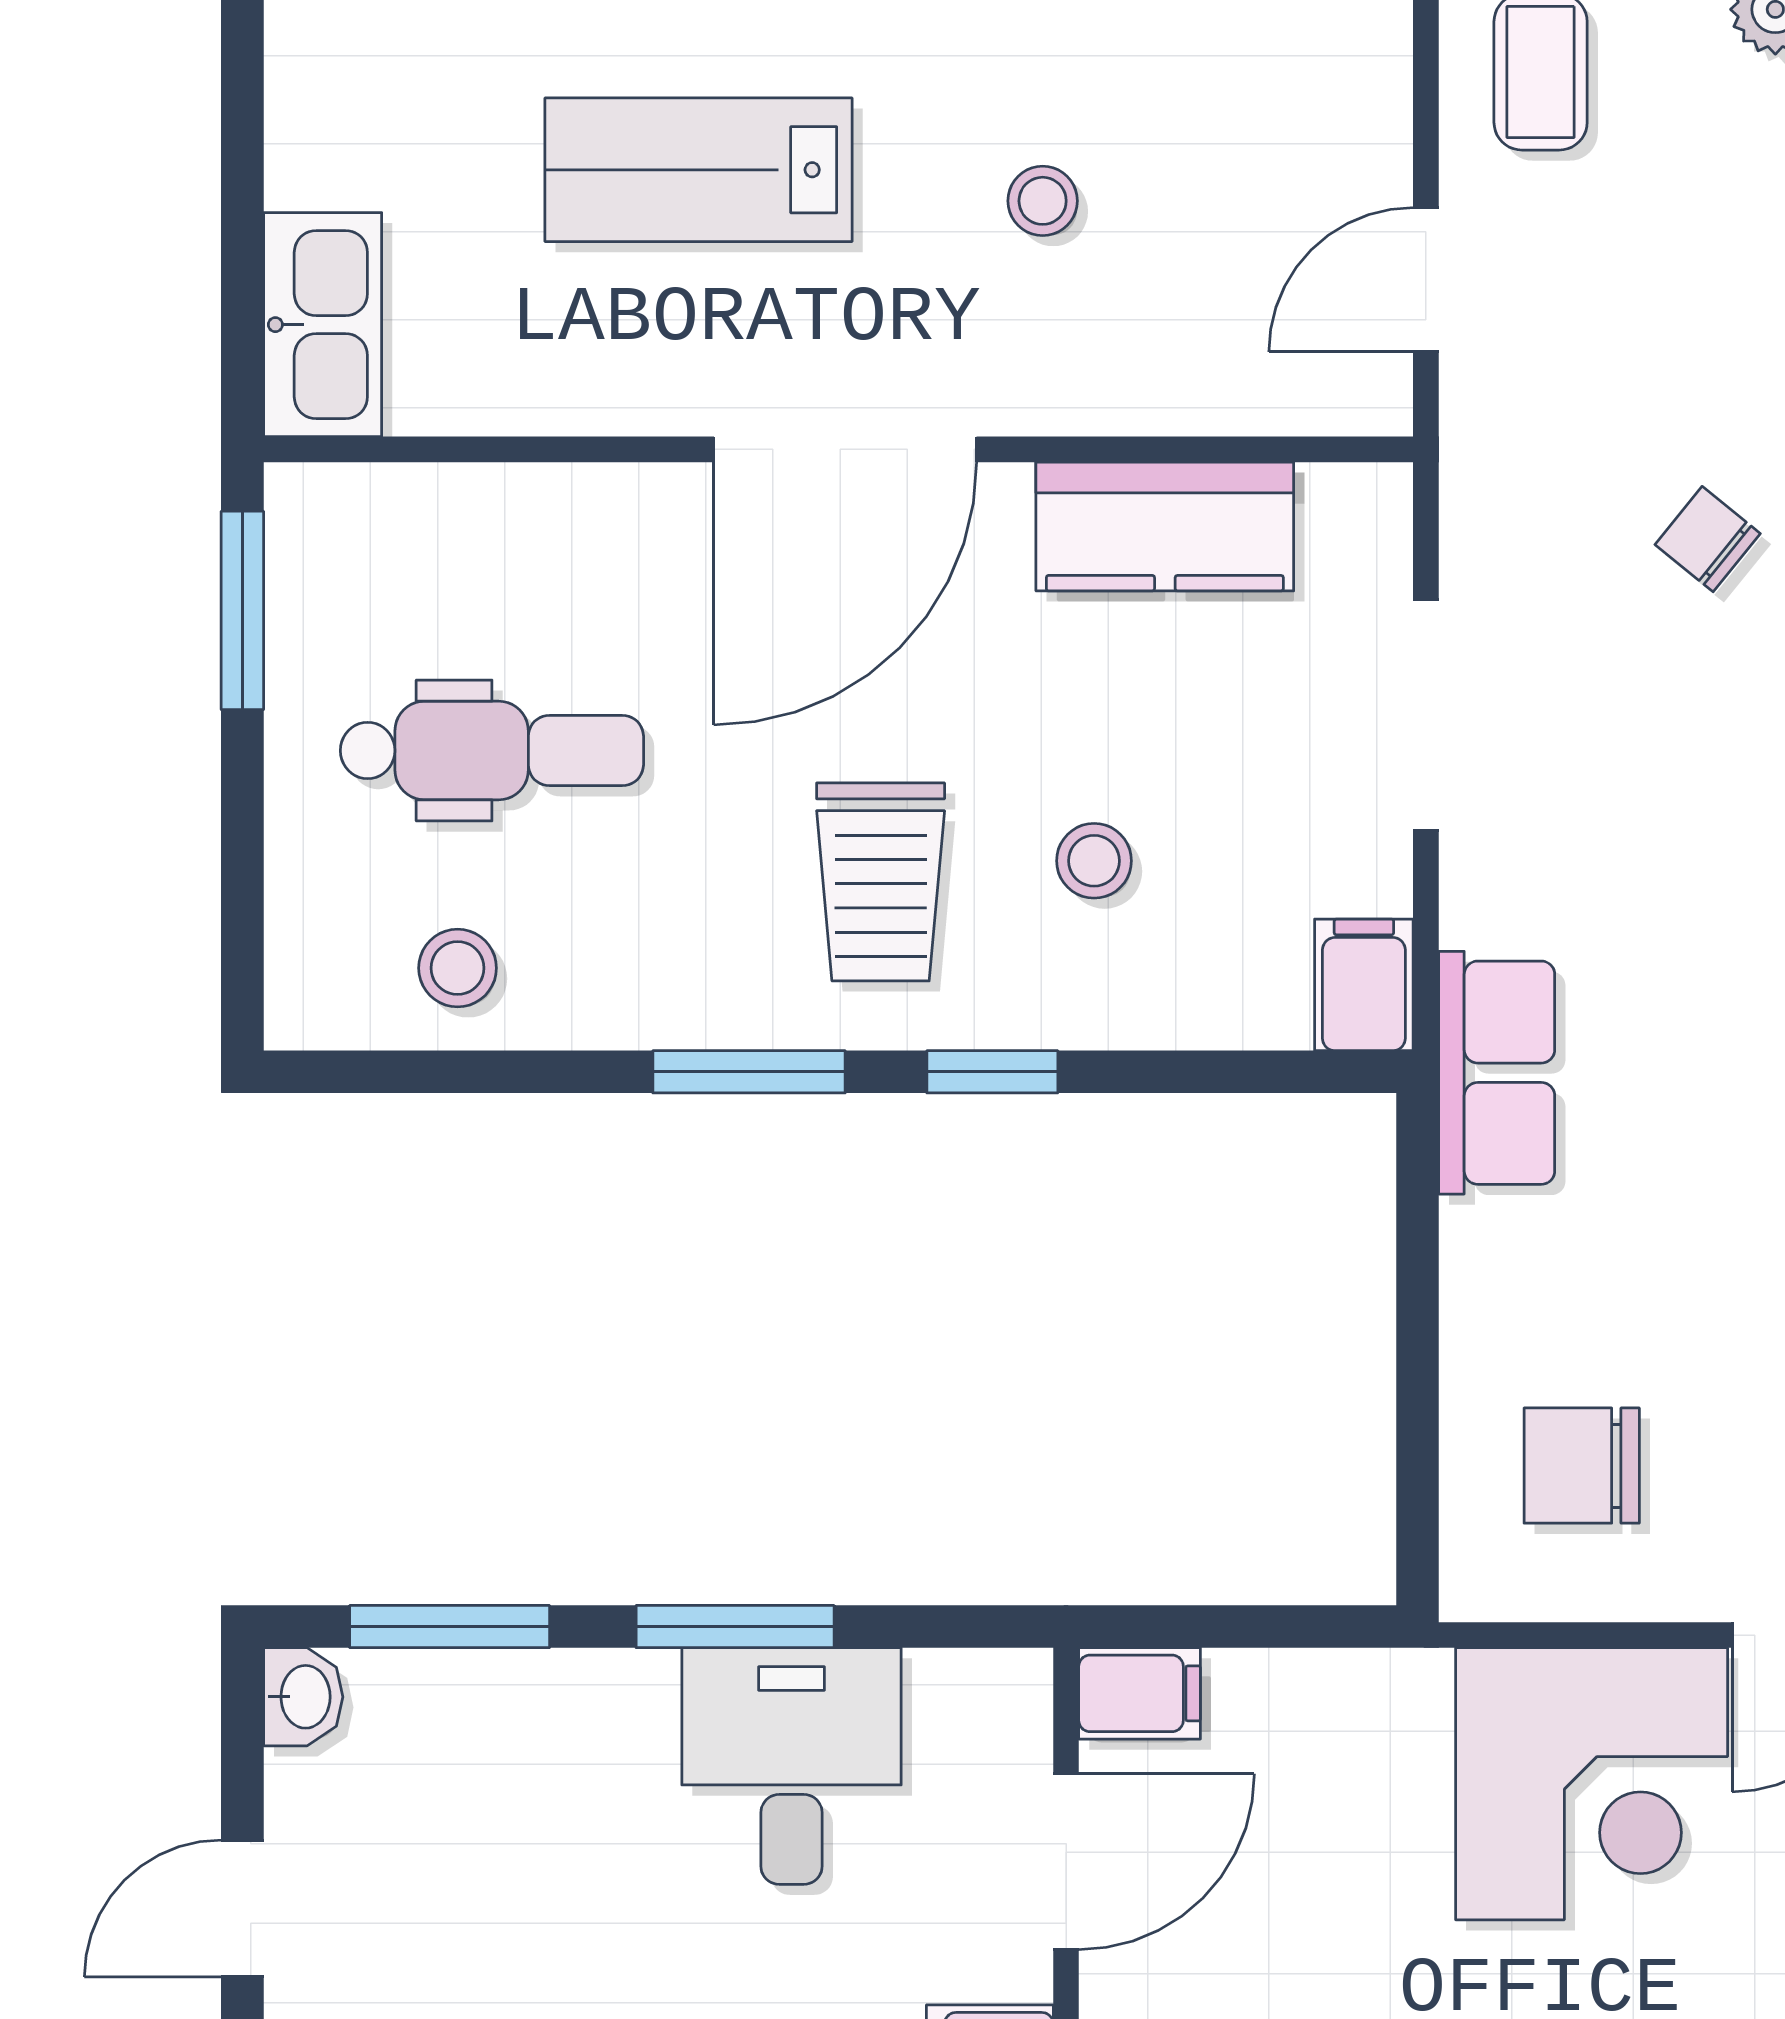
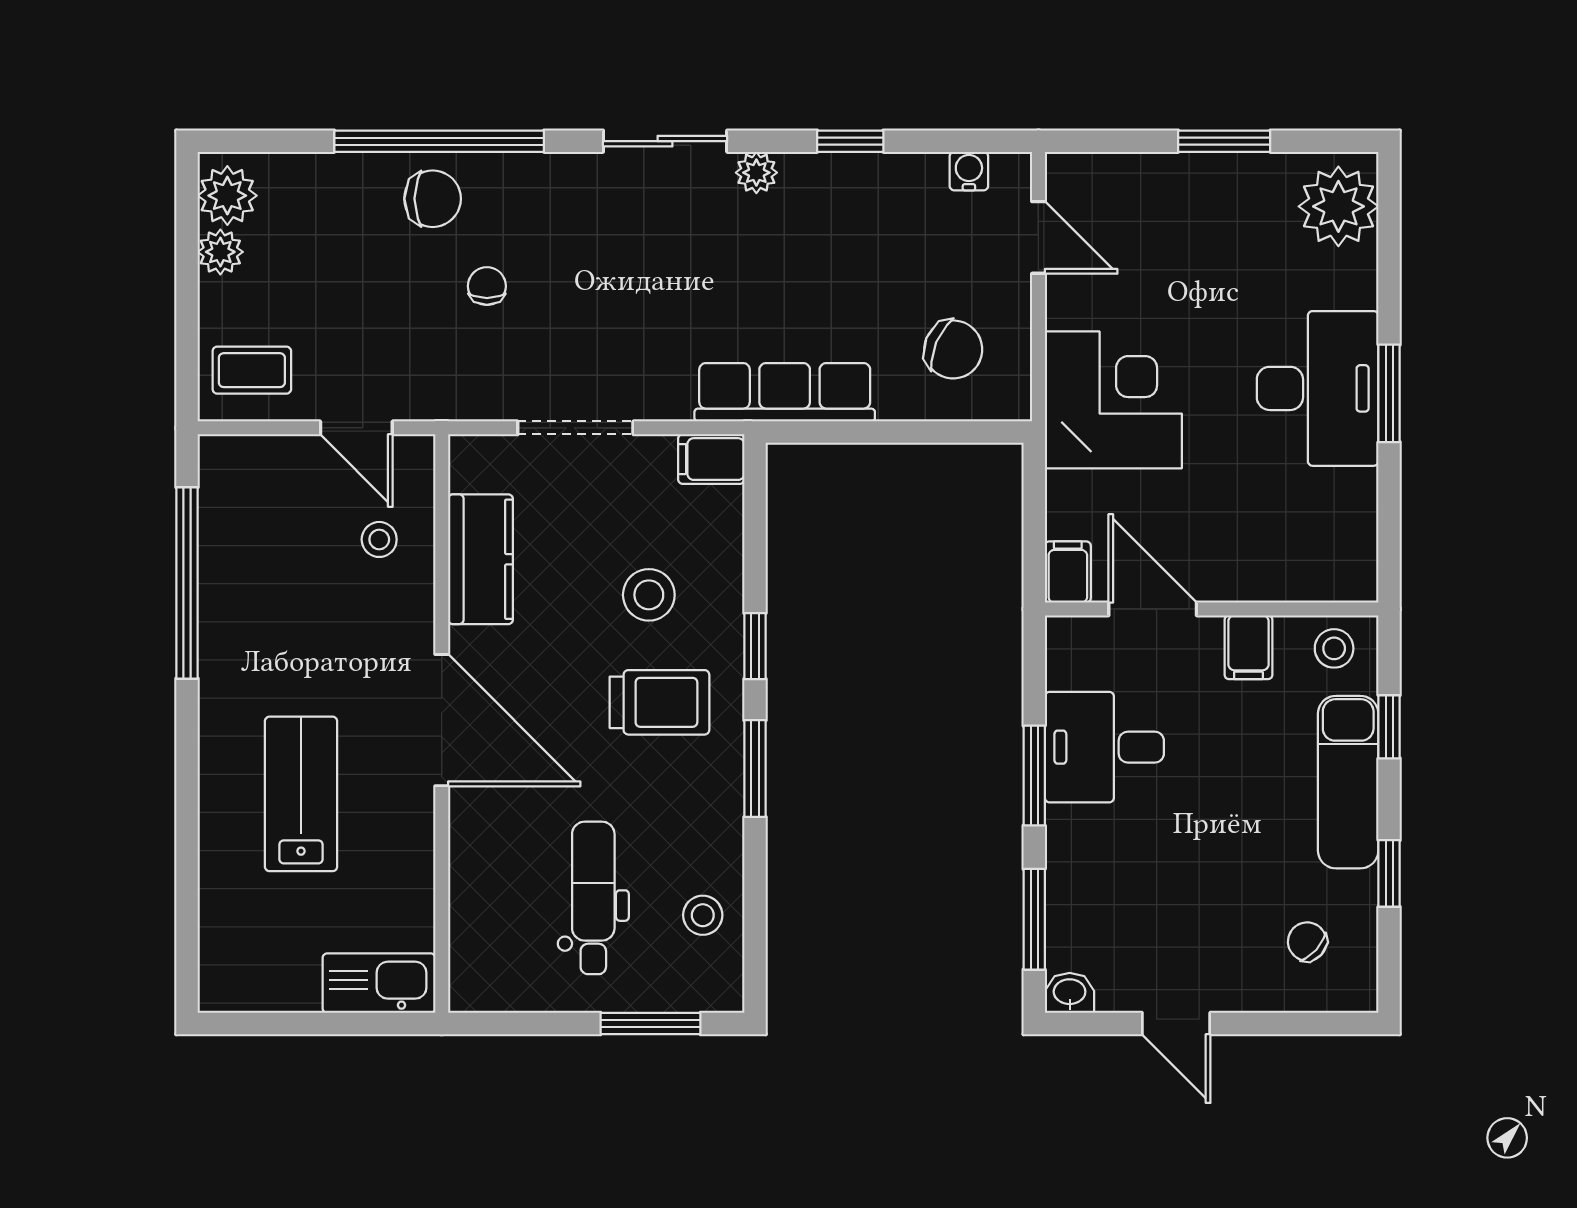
lab bench: (699, 170) -> (301, 794), turned 180
stool: (1043, 201) -> (379, 539), moved
chair: (1708, 539) -> (487, 286), turned 141
window: (242, 610) -> (651, 1024), moved
stool: (1094, 861) -> (649, 595), width x1.37, depth x1.37
row of seats: (1497, 1073) -> (785, 392), width x1.48
chair: (1582, 1466) -> (953, 349), turned -67
corner desk: (1592, 1784) -> (1113, 400), moved

